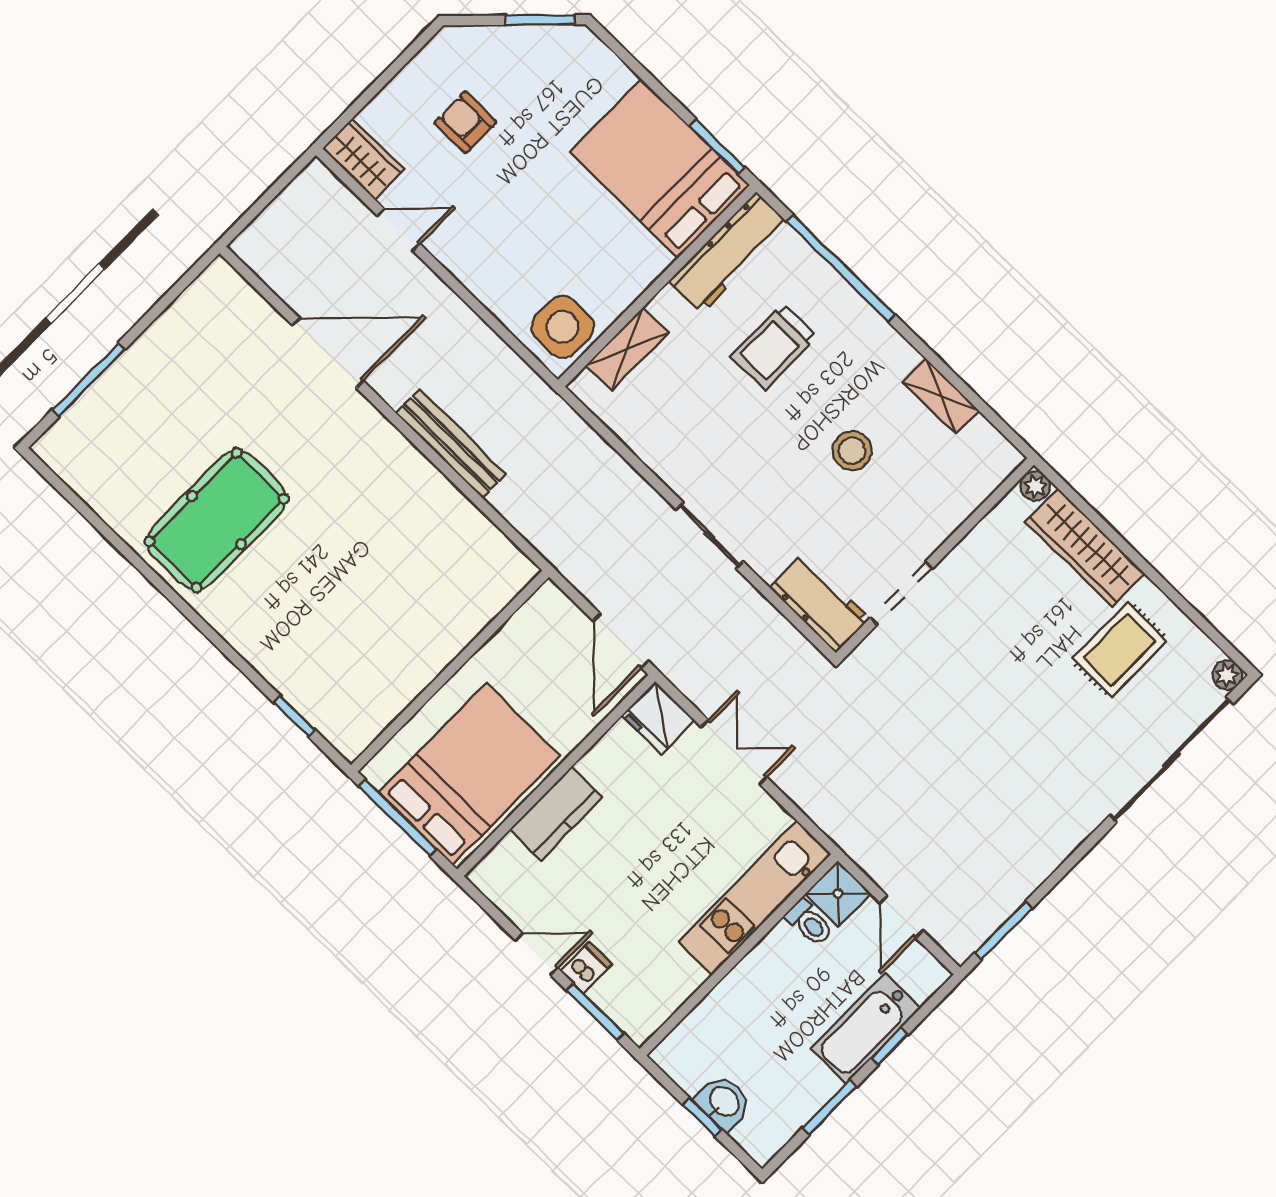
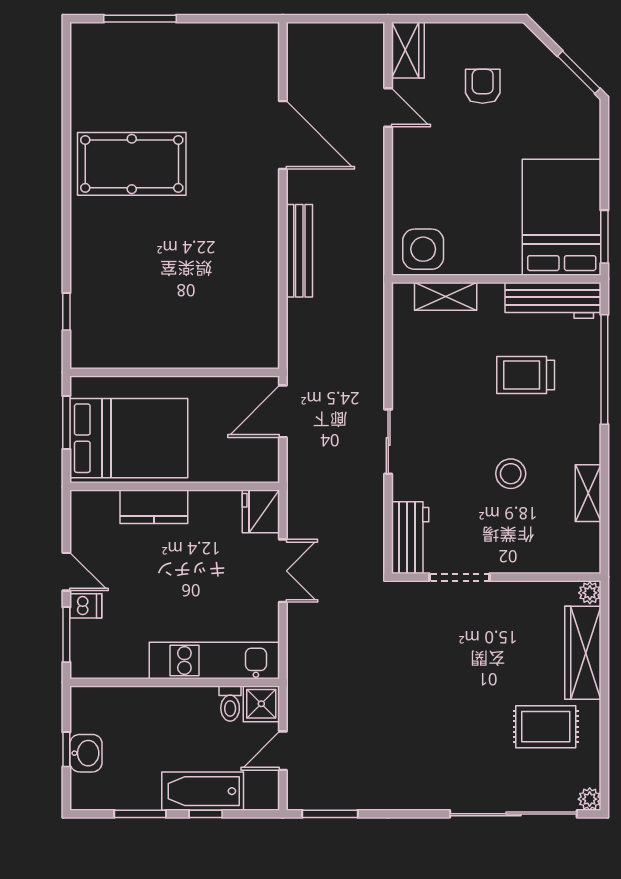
door: (621, 641) -> (283, 411), moved
window: (398, 818) -> (66, 423), width x0.69

